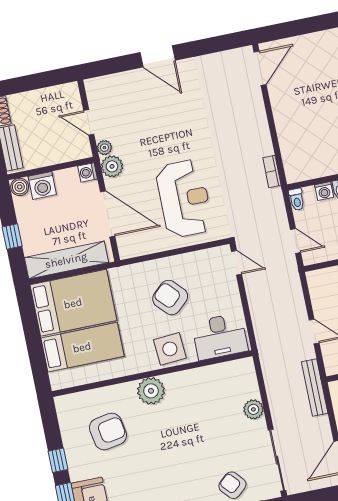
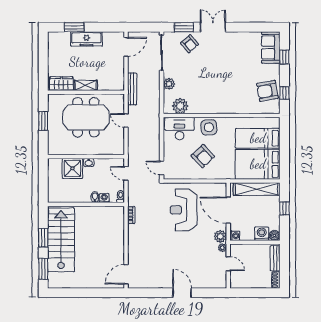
plant: (151, 391) -> (180, 106), moved
armchair: (108, 431) -> (267, 91), moved
window: (58, 460) -> (284, 93), moved

